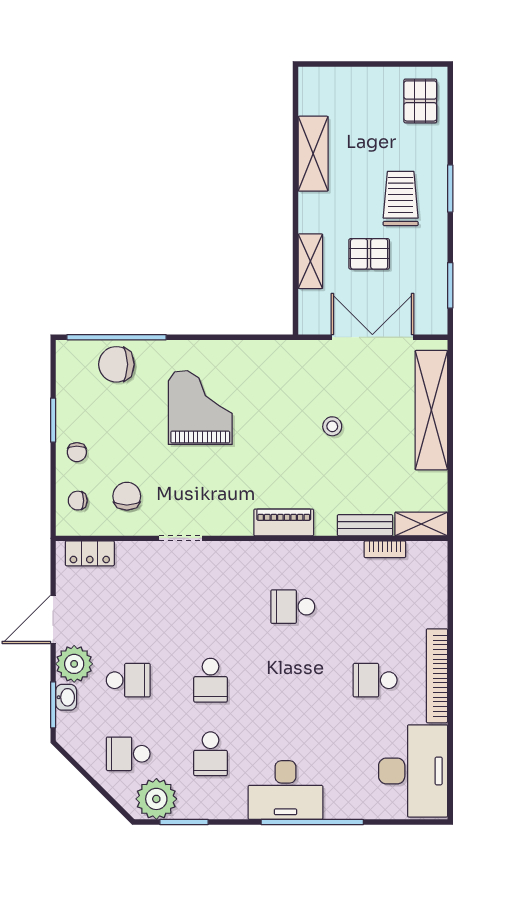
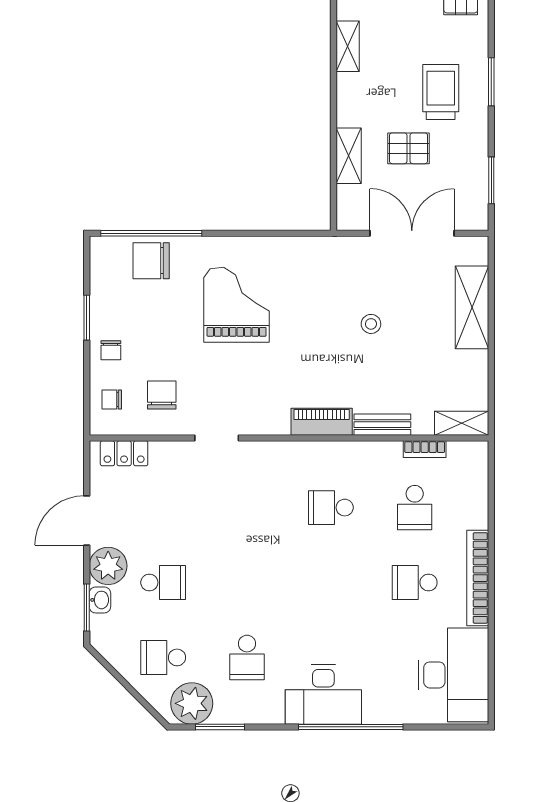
shelving: (313, 154) -> (348, 46), width x0.67, depth x0.75
shelving: (431, 410) -> (472, 307), width x0.68
bench: (365, 525) -> (382, 425), moved
school desk: (210, 680) -> (415, 508), moved

